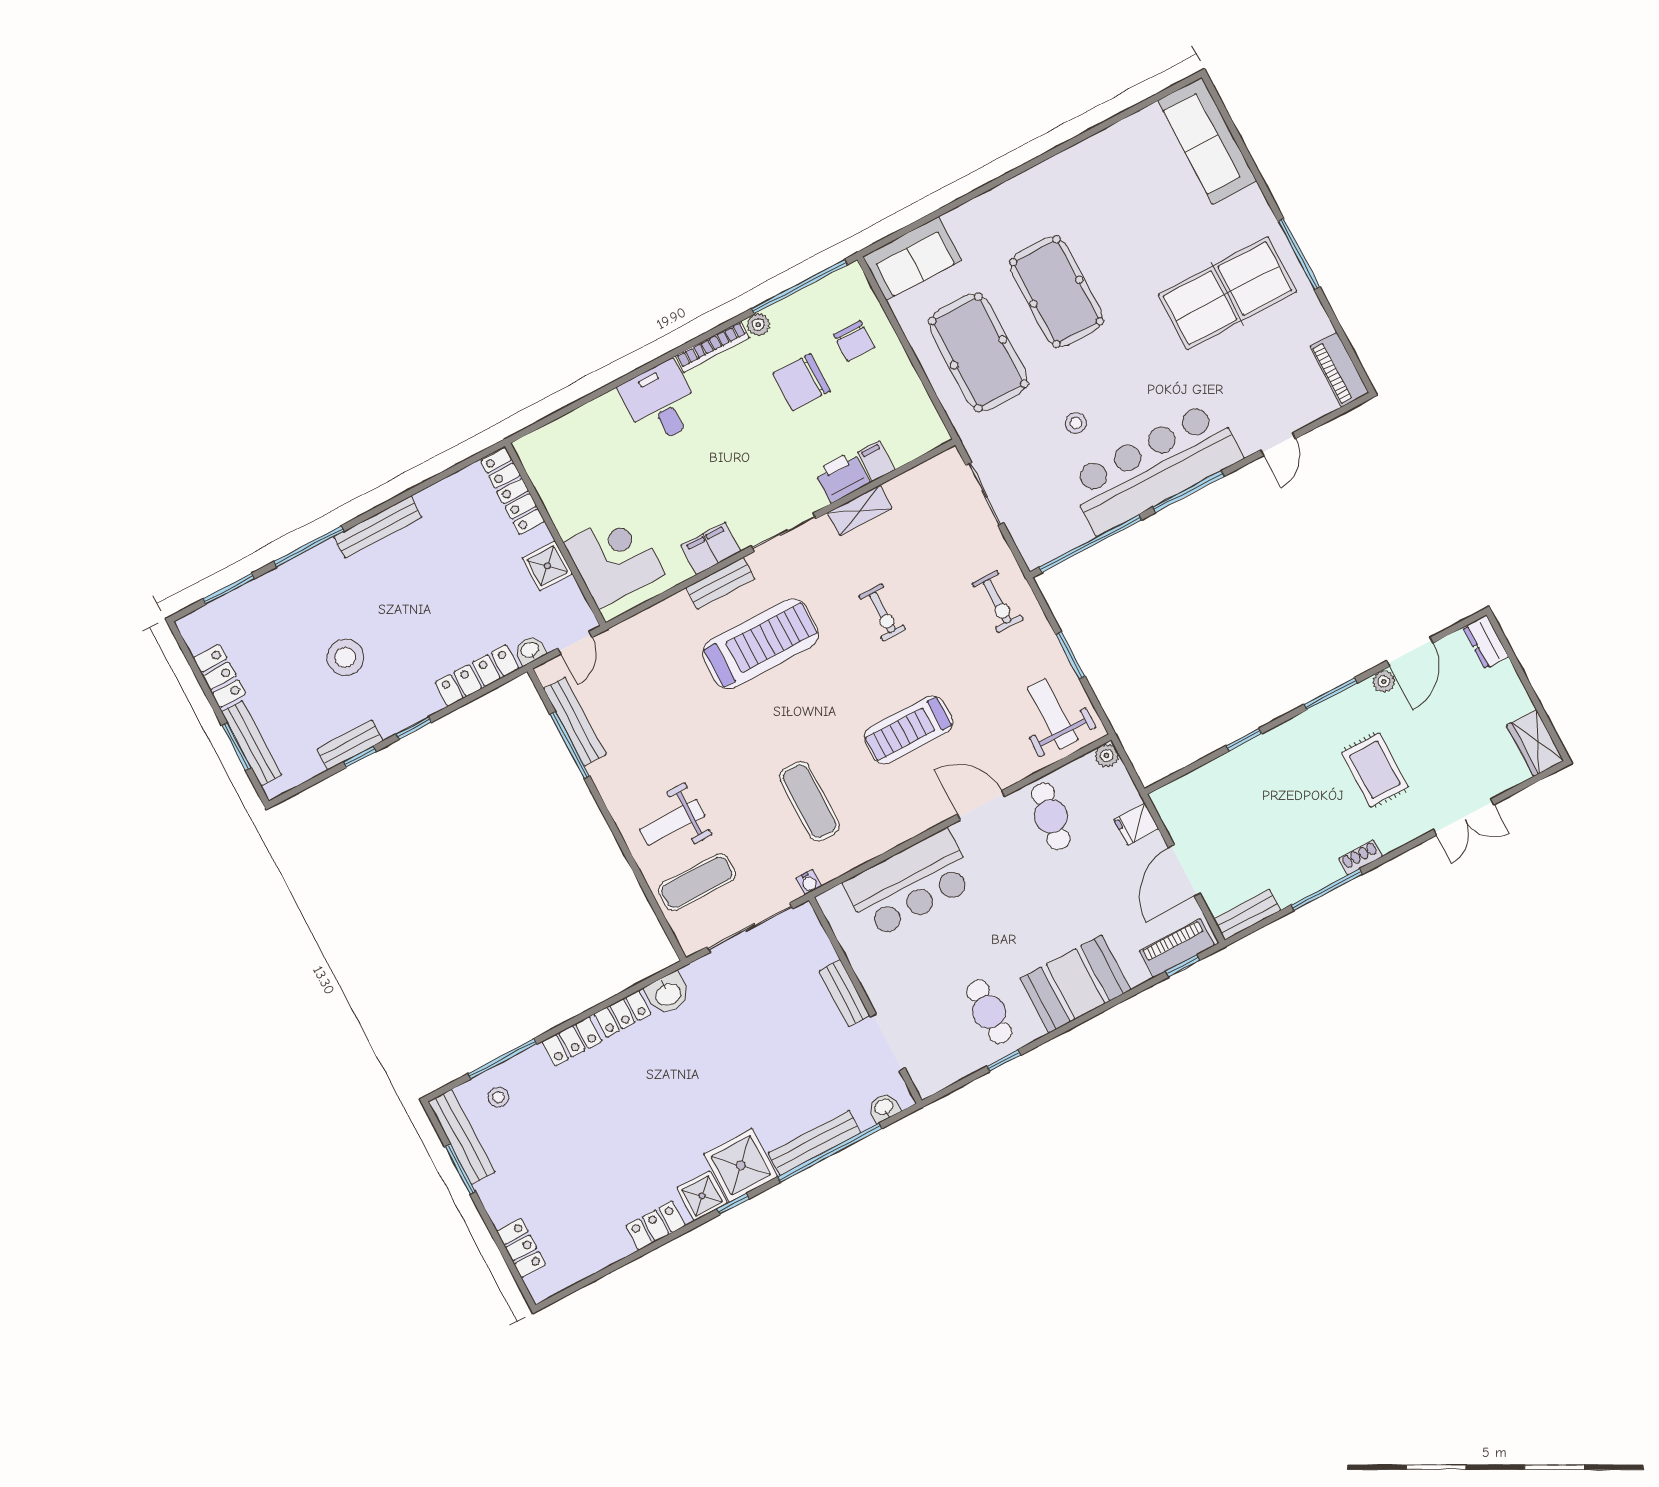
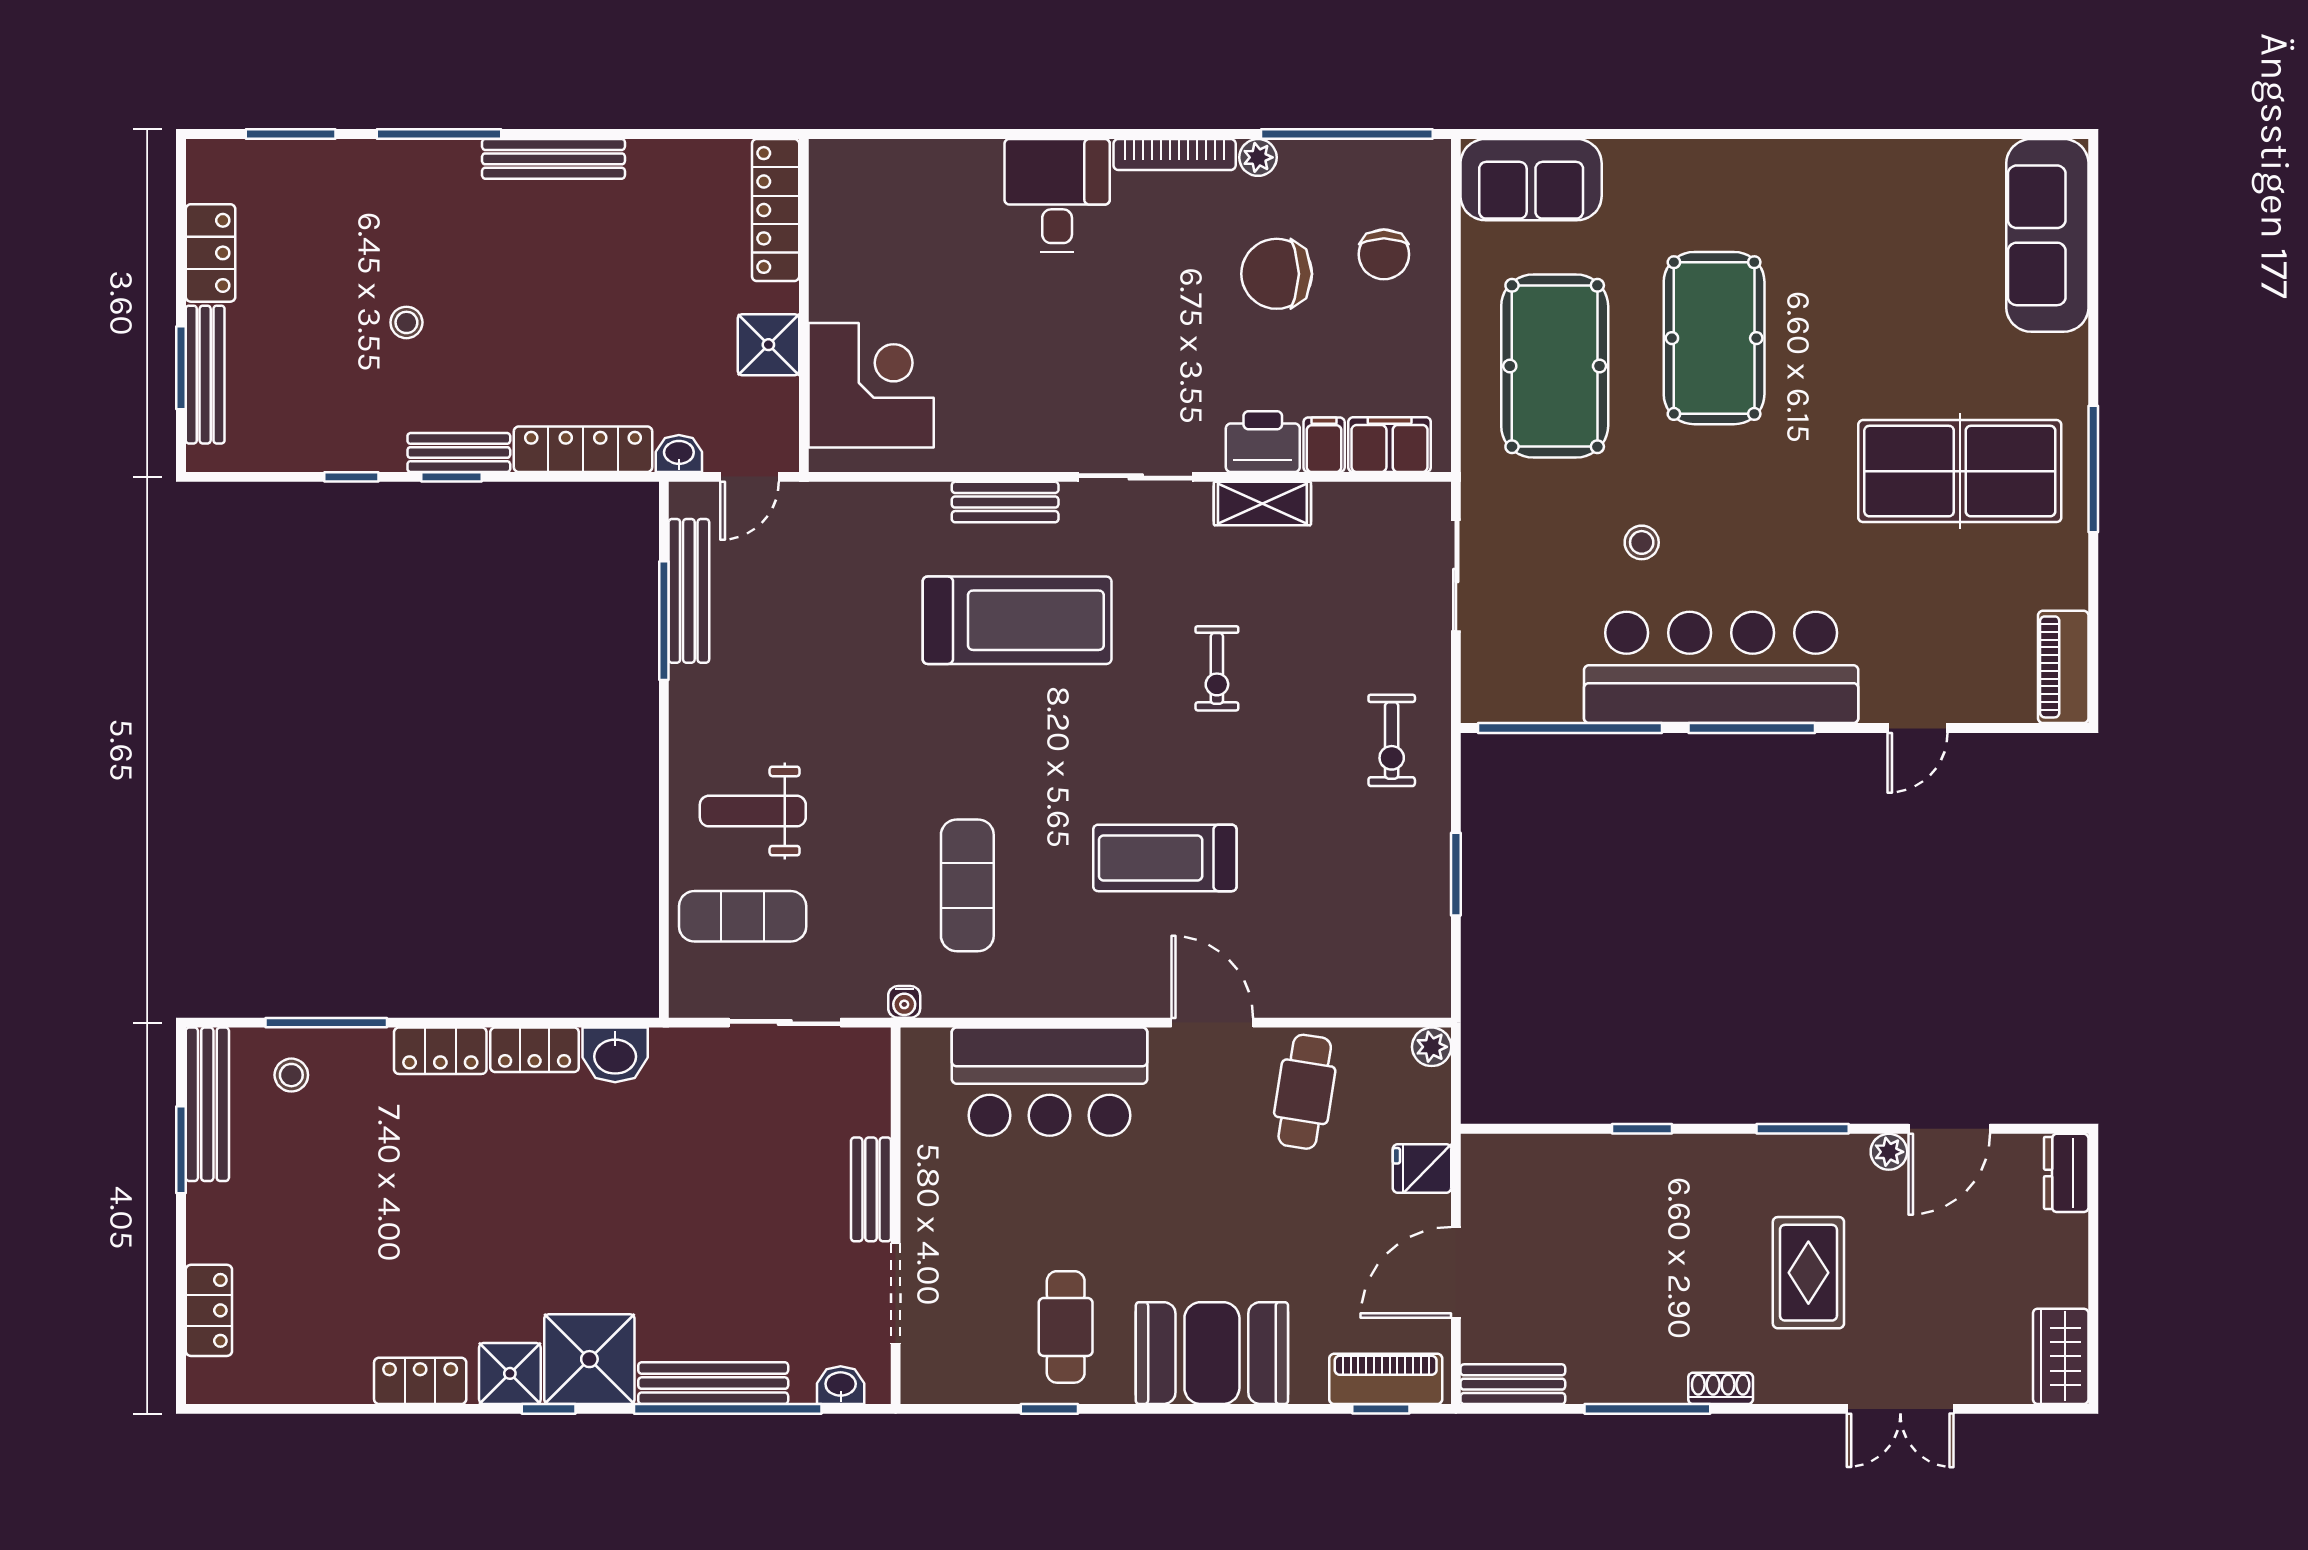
filing cabinet: (711, 548) -> (1390, 445), moved
stool: (345, 657) -> (406, 322), width x0.53, depth x0.53
weight bench: (1053, 714) -> (1386, 945), removed
bench: (350, 745) -> (459, 453), moved
sliding door: (750, 928) -> (785, 1023), width x0.73

